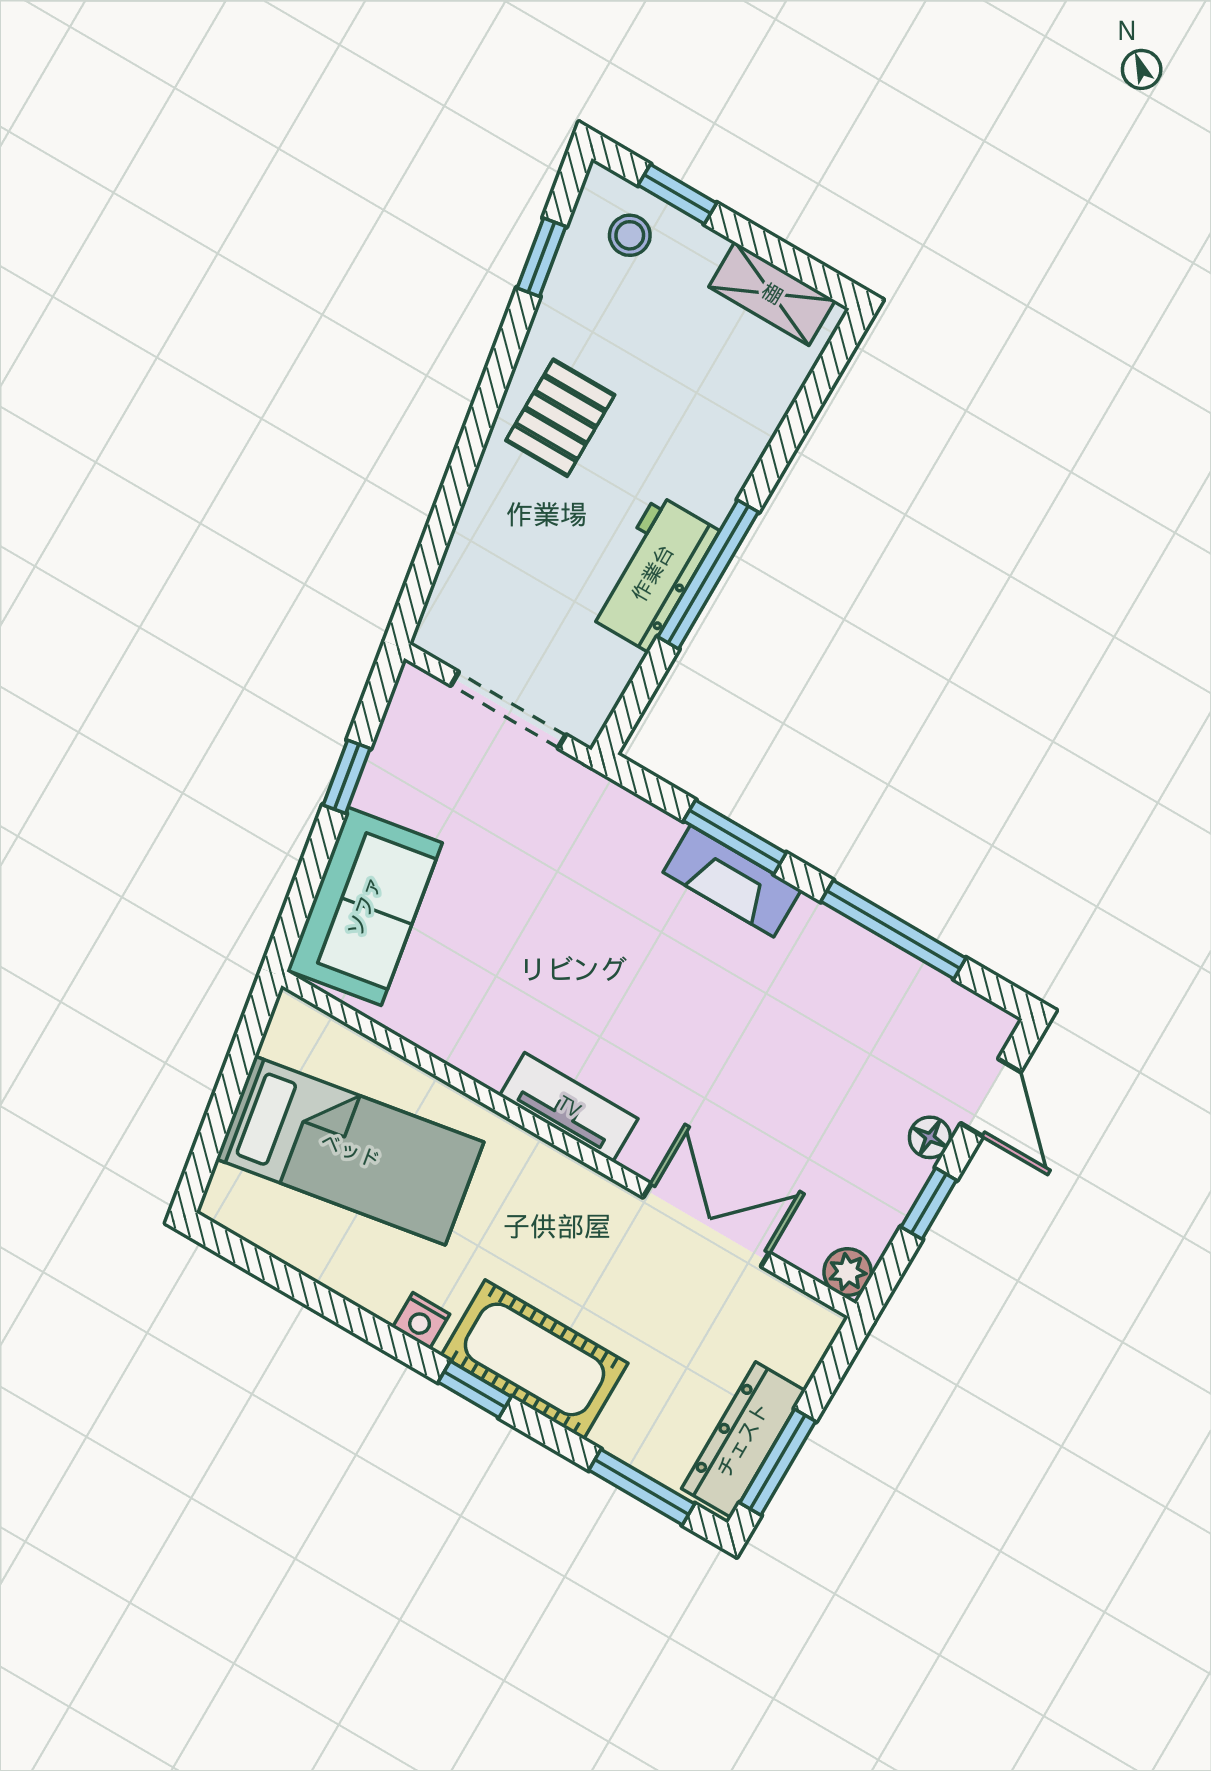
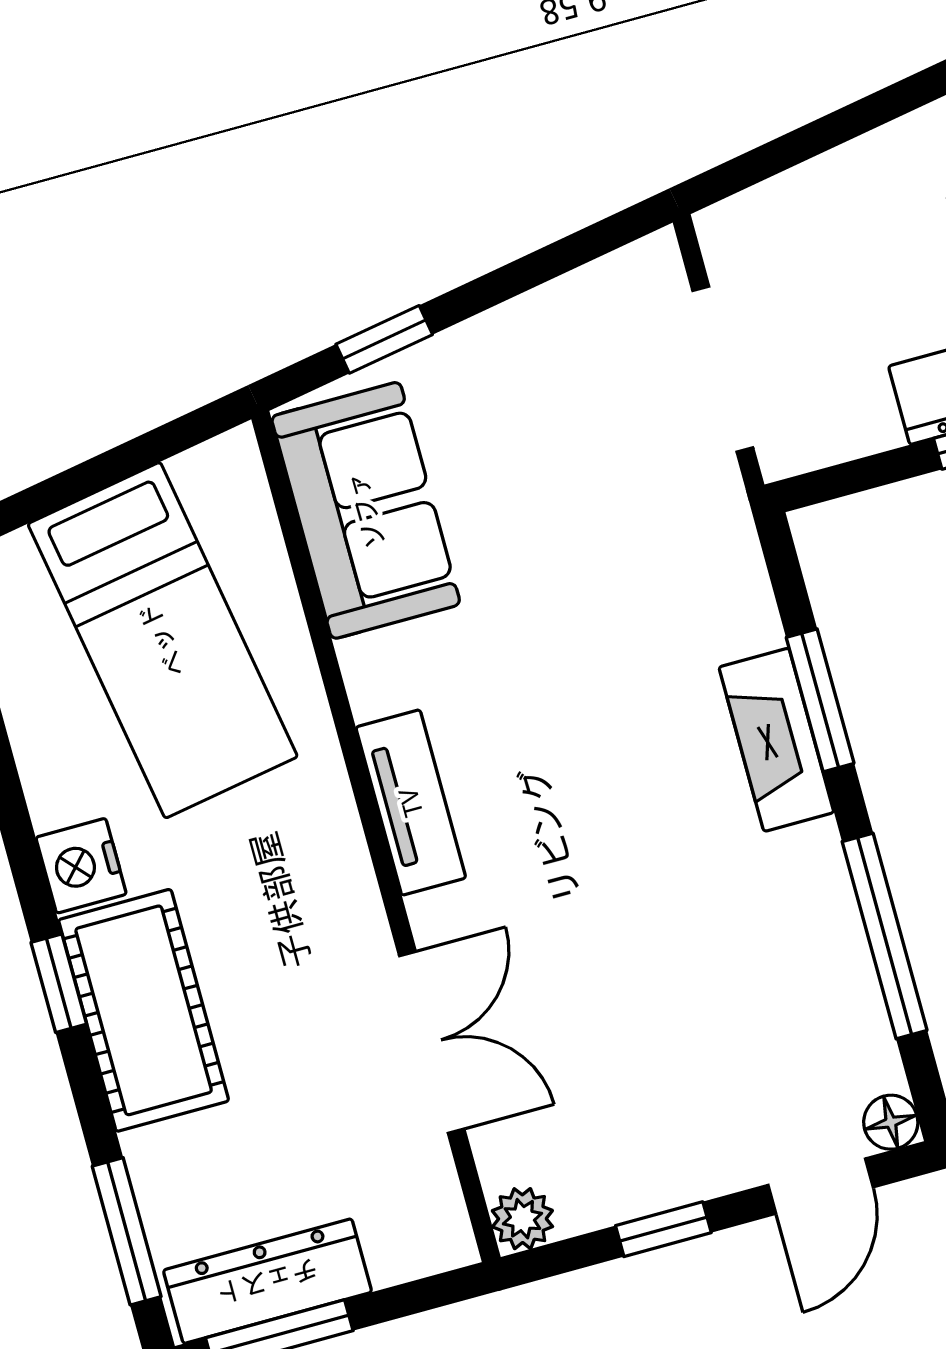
window: (347, 777) -> (384, 339), moved
sofa: (365, 906) -> (366, 510), moved, turned -80
floor lamp: (930, 1137) -> (891, 1122), moved
nightstand: (421, 1321) -> (81, 866), width x1.39, depth x1.35

